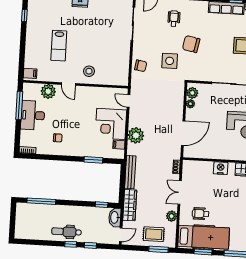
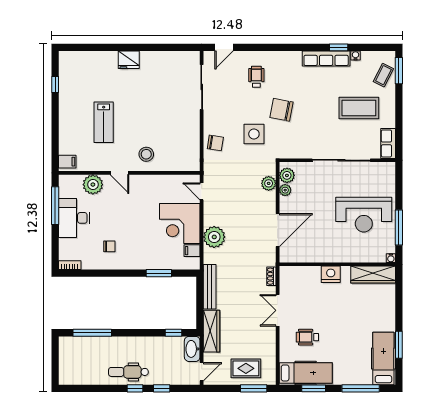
plant: (172, 216) -> (269, 183), moved
hospital bed: (204, 237) -> (306, 373), width x0.73, depth x0.78

